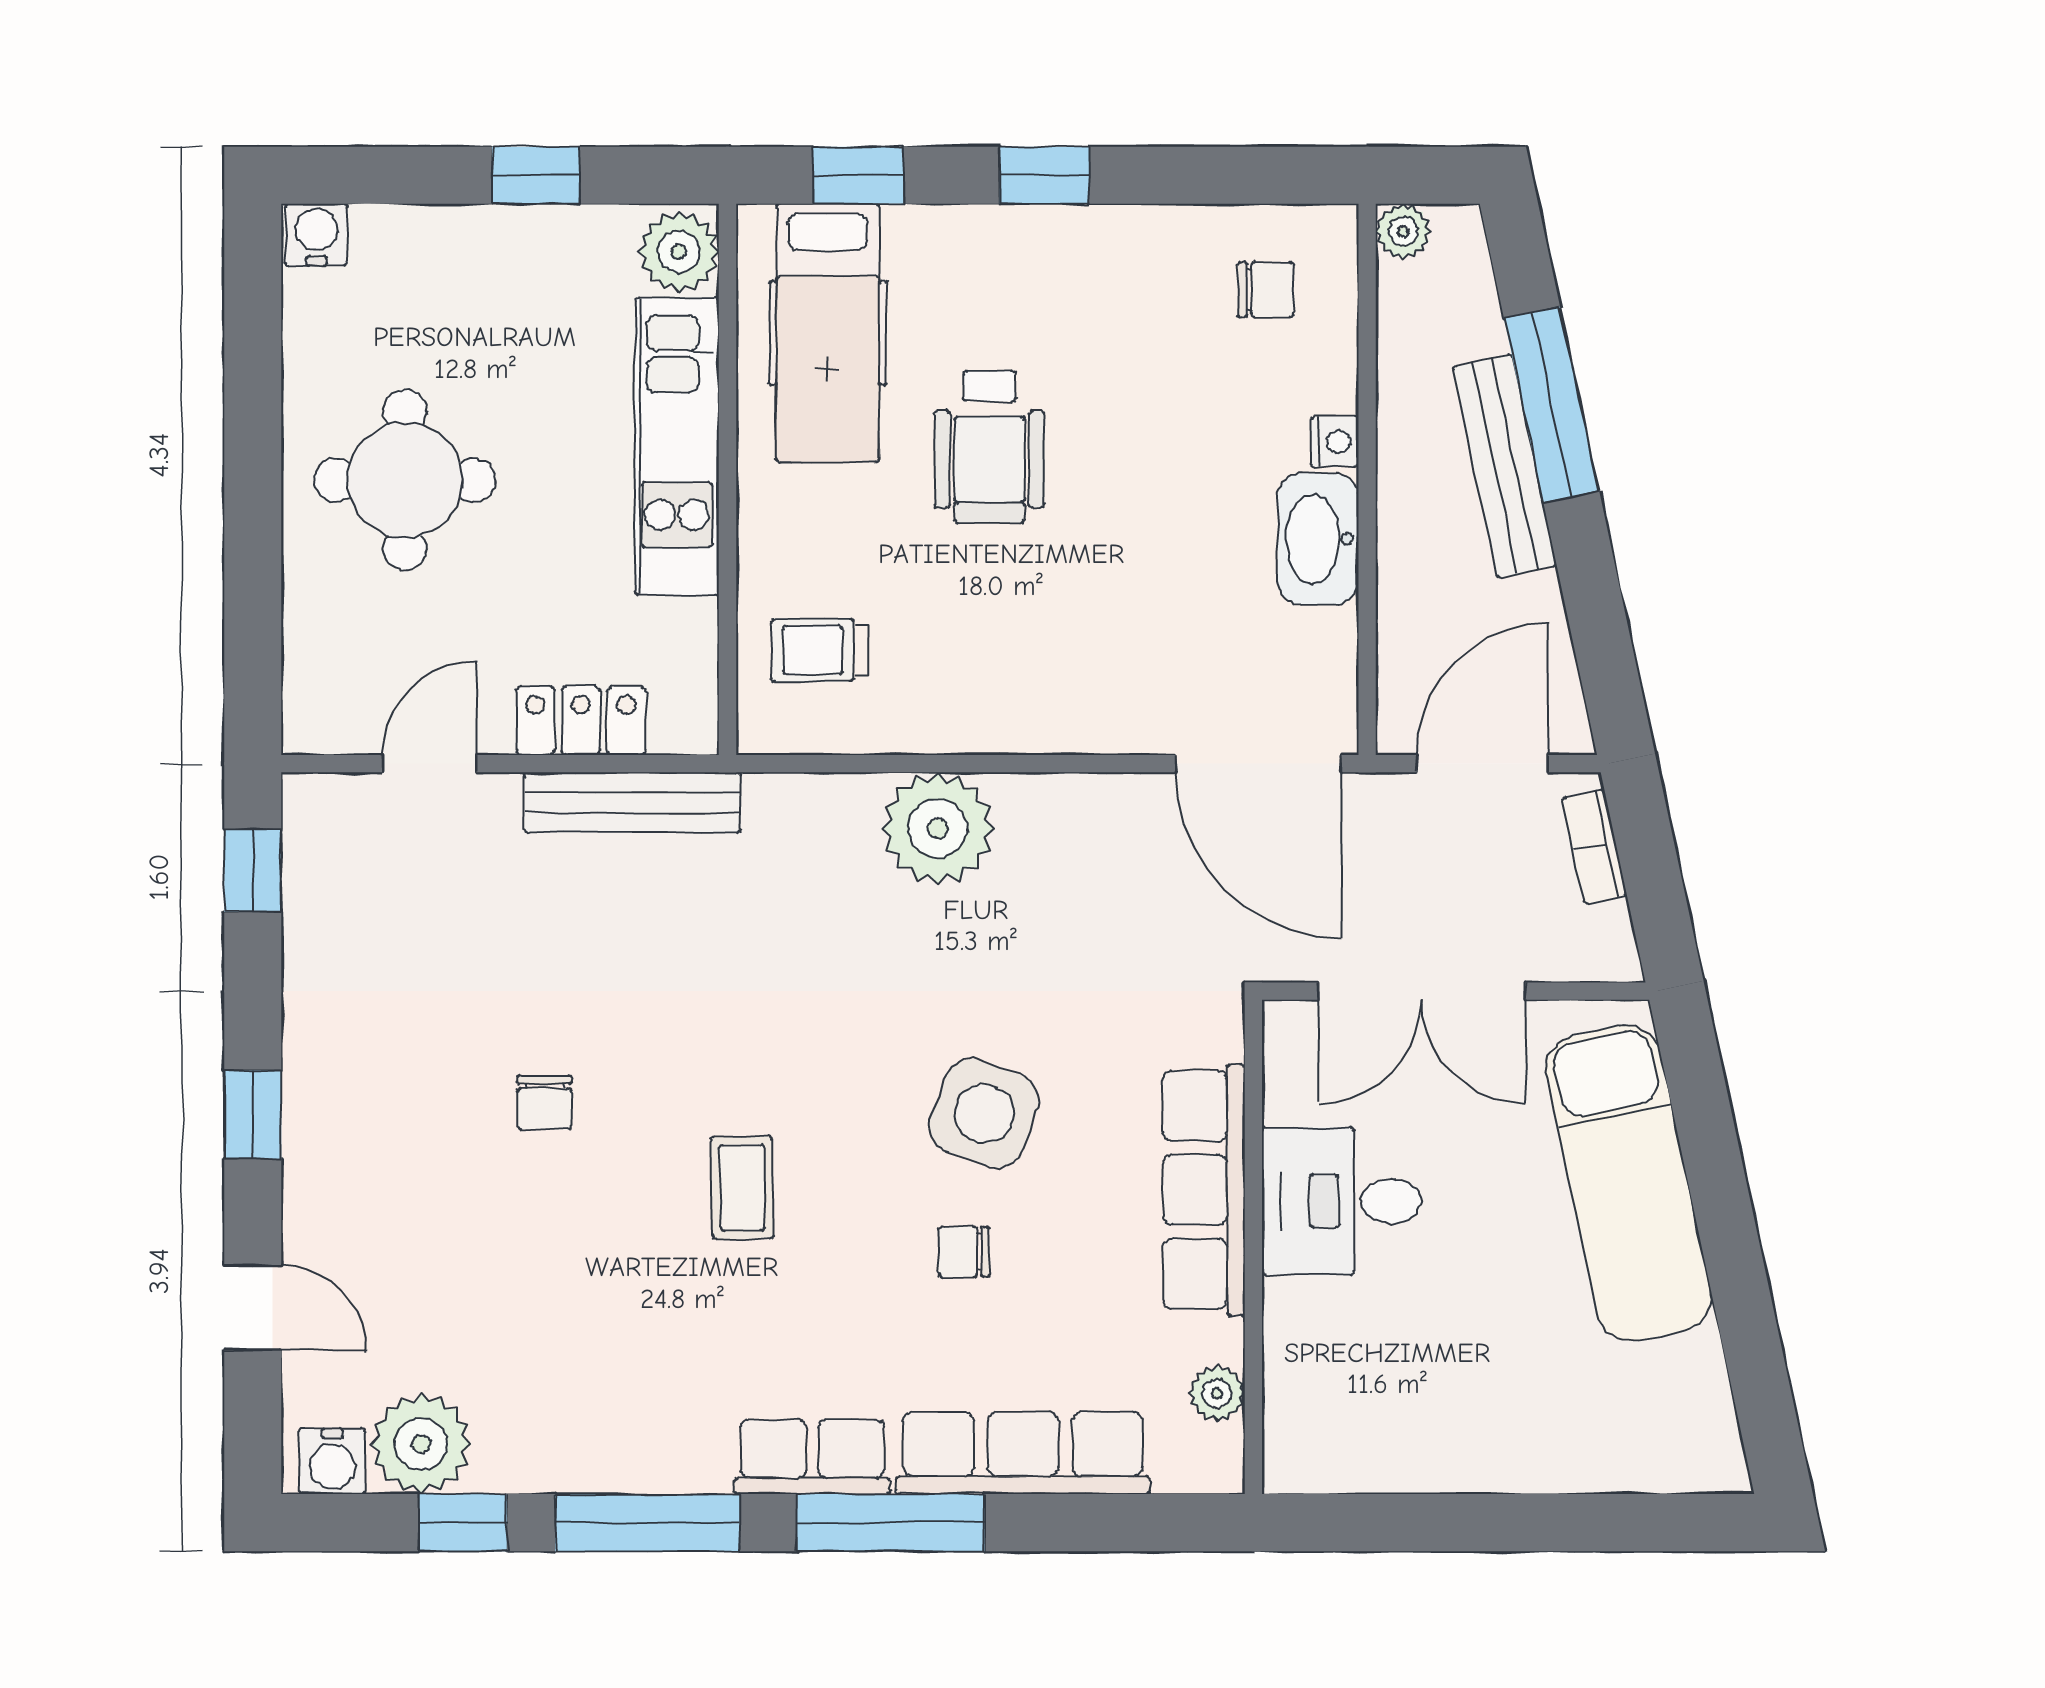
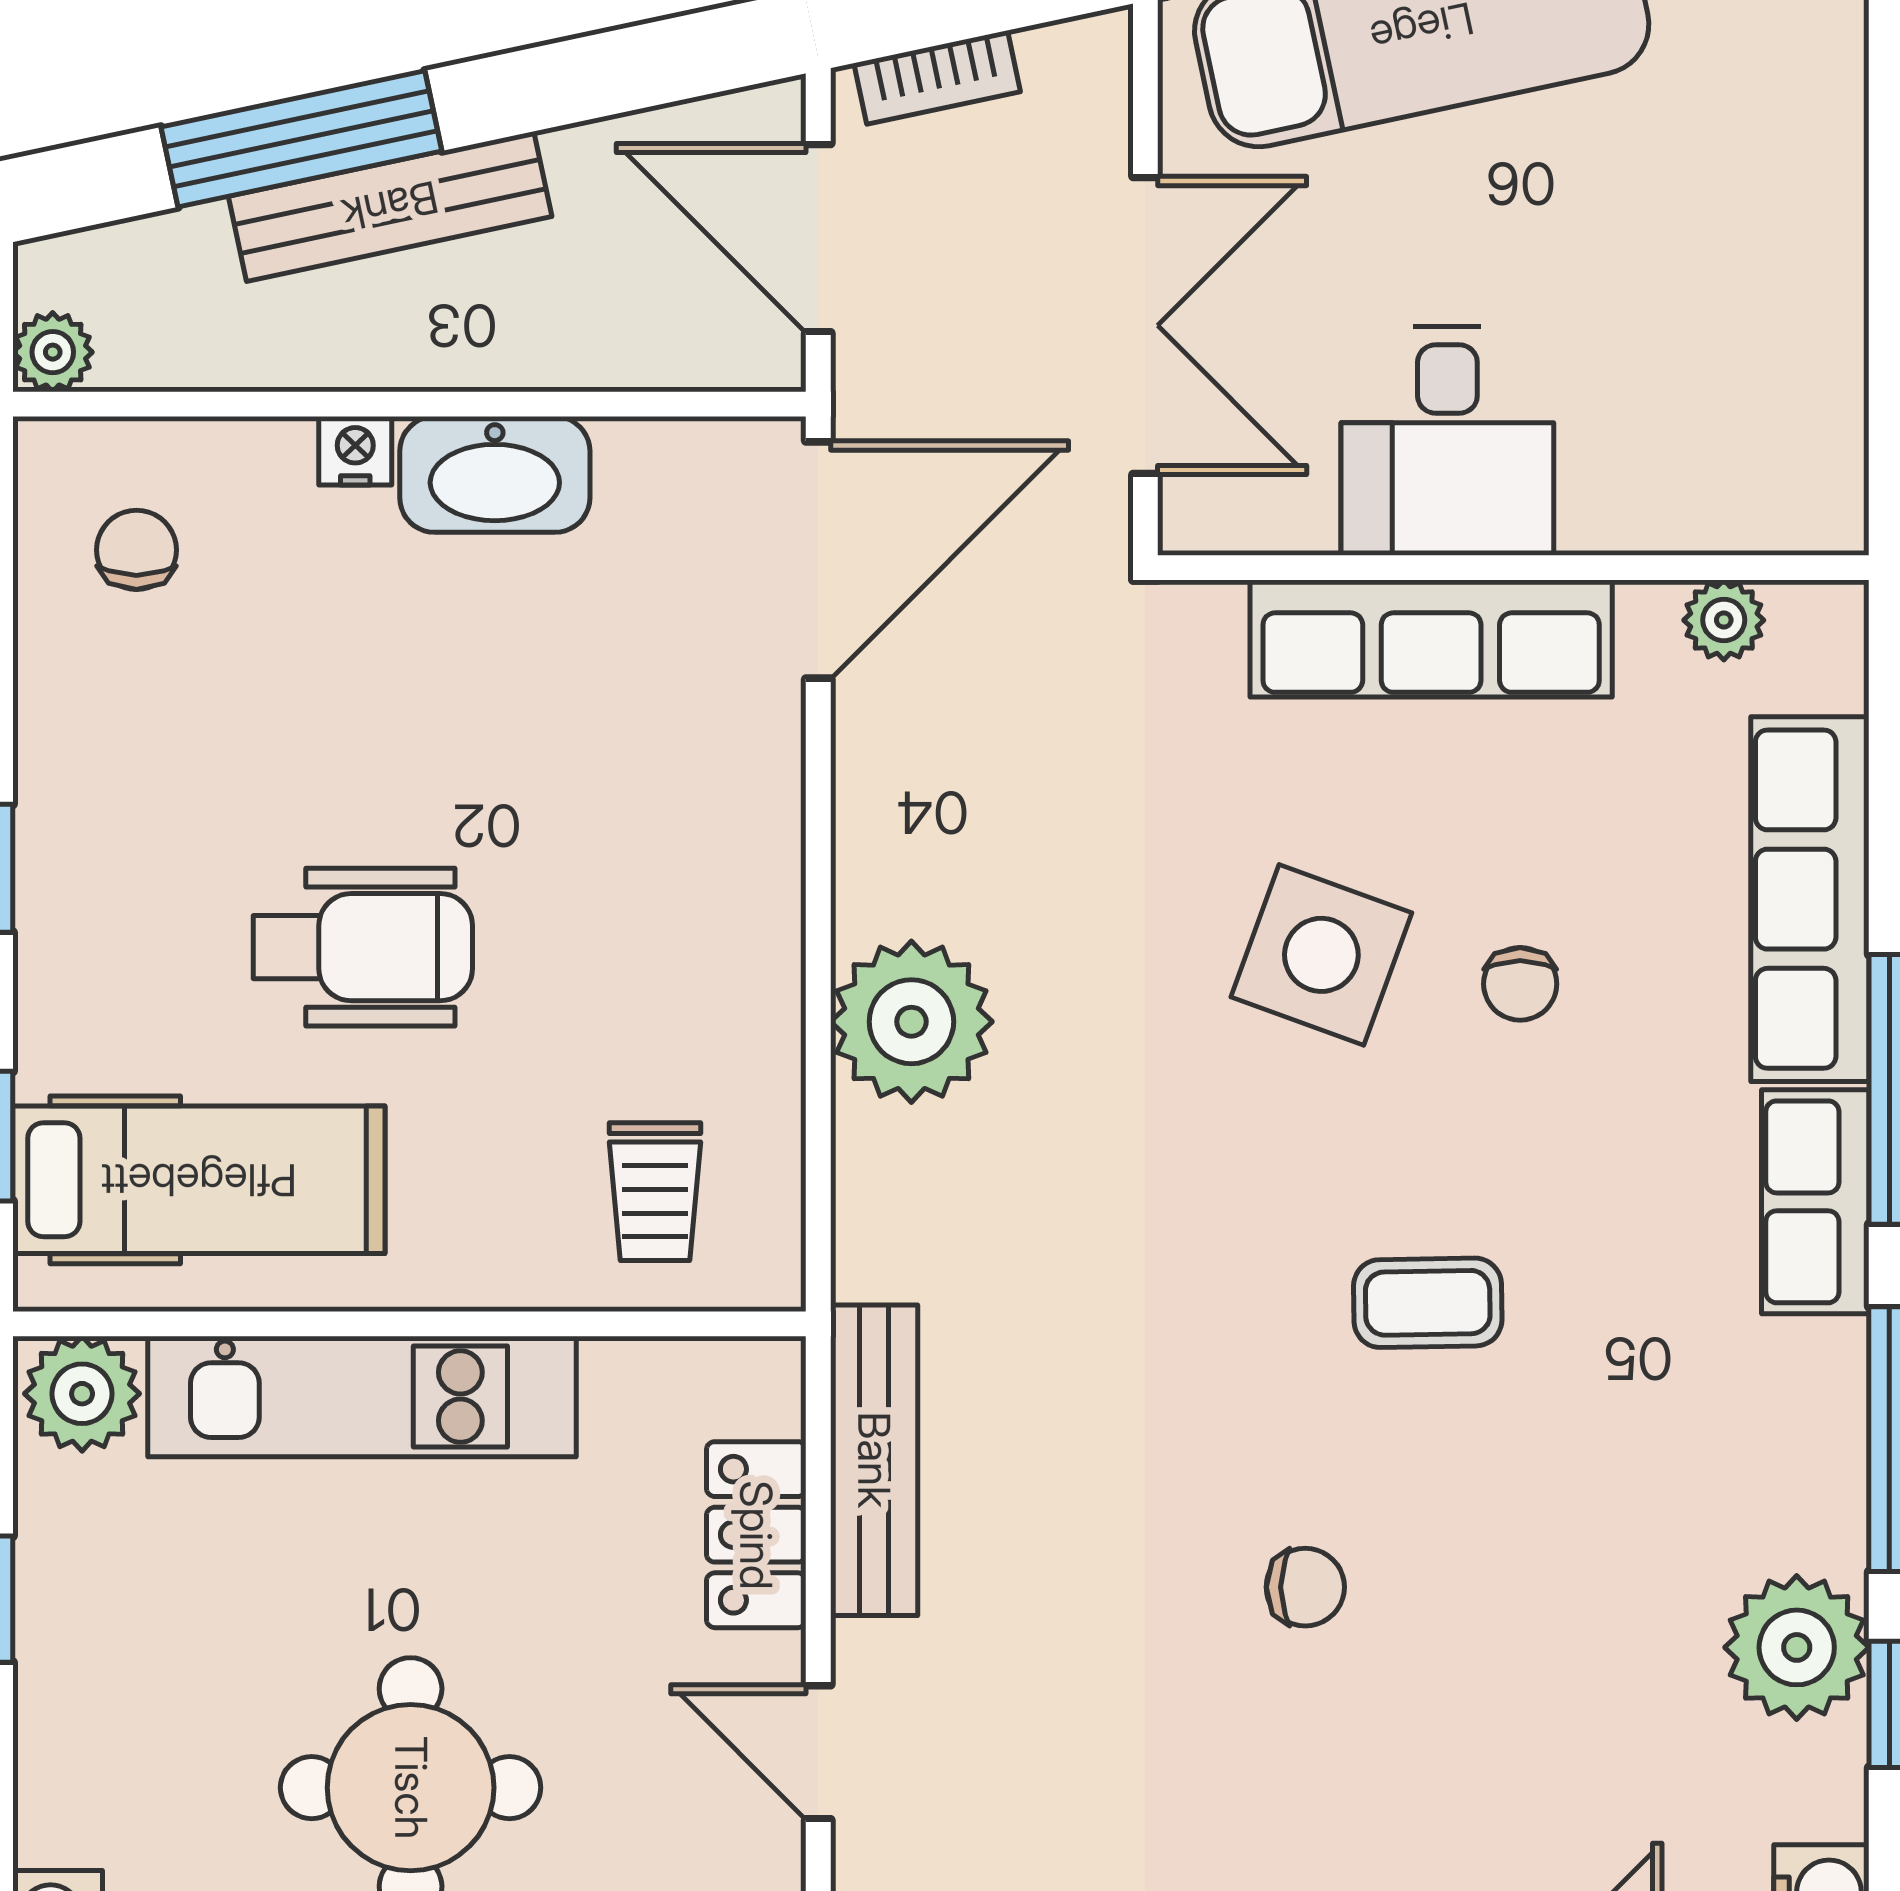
plant: (421, 1444) -> (1797, 1647), moved

